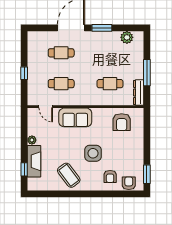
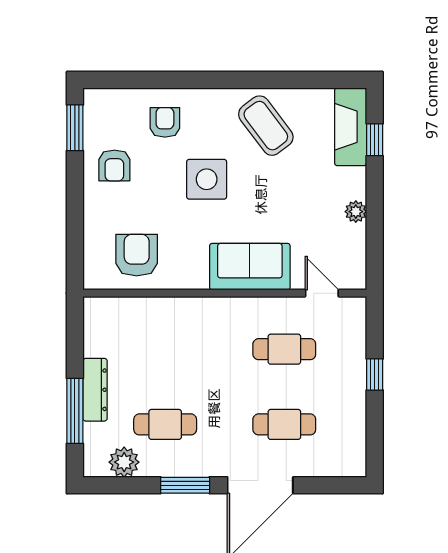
window: (147, 73) -> (75, 411), moved
cafe table: (110, 84) -> (165, 424), moved
dresser: (139, 93) -> (95, 390), moved
fireplace: (34, 161) -> (351, 127), moved
armchair: (129, 183) -> (114, 165), moved

